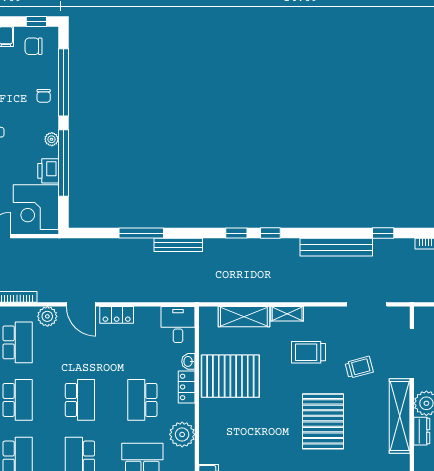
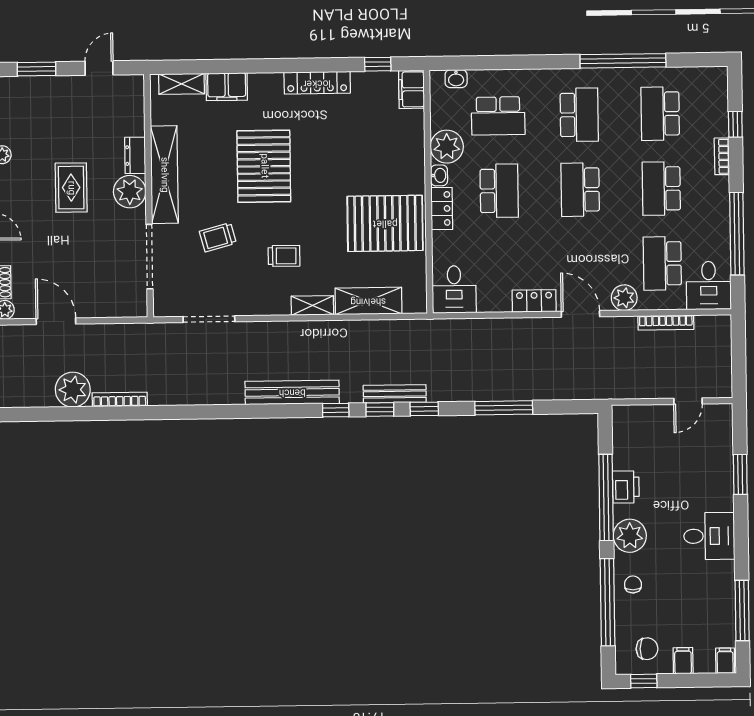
plant: (52, 139) -> (630, 536), width x1.88, depth x1.88
corner desk: (36, 207) -> (641, 440), removed
window: (383, 233) -> (424, 409), moved
bench: (178, 245) -> (395, 394), moved
bench: (336, 247) -> (292, 392), moved
trolley: (308, 352) -> (284, 256), width x0.73, depth x0.72
washbasin: (188, 361) -> (439, 175), moved

